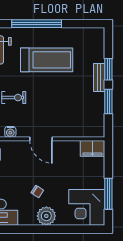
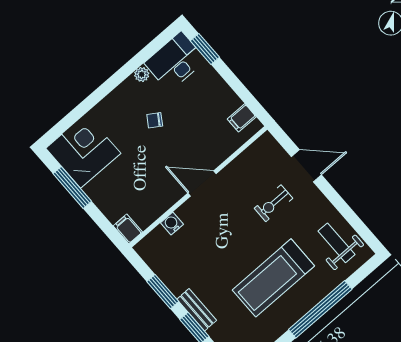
water cooler: (10, 132) -> (172, 223), moved
filing cabinet: (92, 148) -> (128, 229), width x0.50
plant: (46, 216) -> (142, 74), moved, width x0.53, depth x0.53

